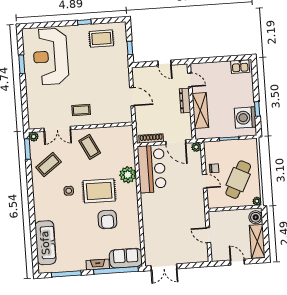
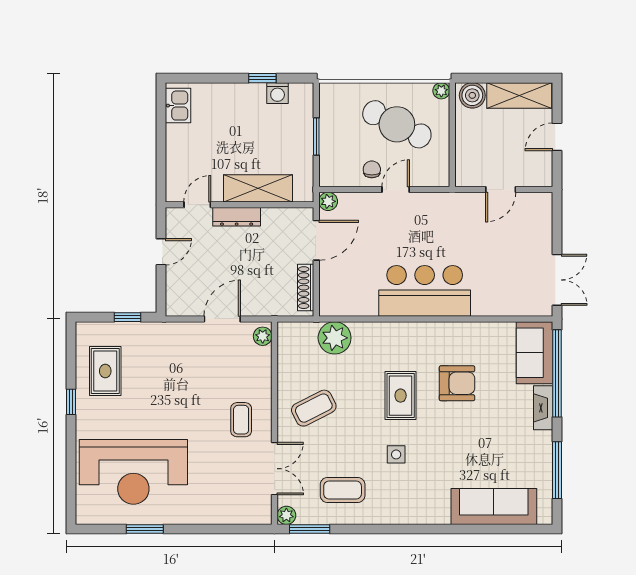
plant: (125, 118) -> (263, 336), added
washing machine: (245, 118) -> (278, 93), width x0.53, depth x0.53
coffee table: (49, 165) -> (343, 490), turned -53
bar counter: (152, 169) -> (425, 291), moved
plant: (128, 175) -> (335, 338), moved
rug: (99, 191) -> (401, 396), width x0.73, depth x0.70

